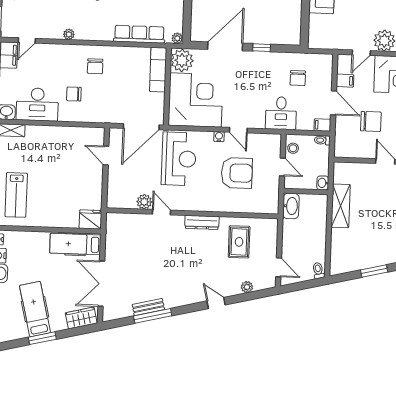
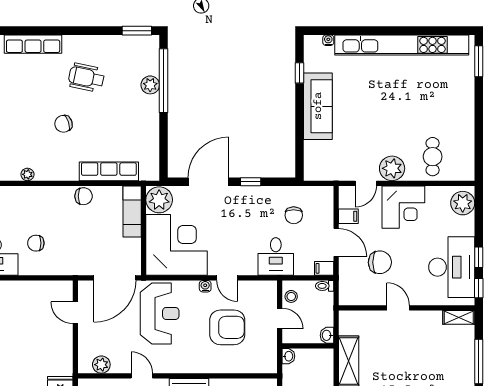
plant: (177, 38) -> (153, 174), removed
chair: (95, 66) -> (84, 196), moved, turned -90
plant: (144, 202) -> (101, 365), moved
washbasin: (291, 206) -> (288, 356), width x0.52, depth x0.69

